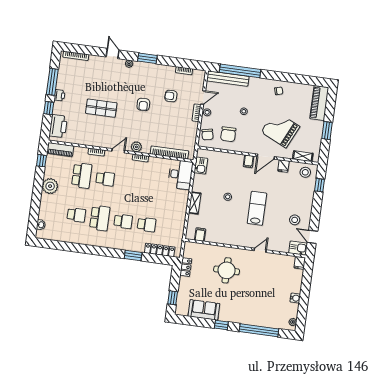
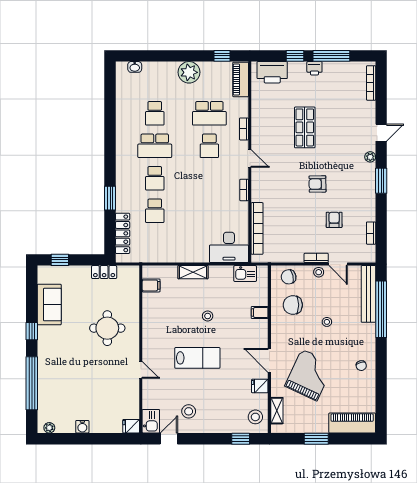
plant: (136, 147) -> (258, 182), removed
filing cabinet: (249, 161) -> (260, 313), moved

